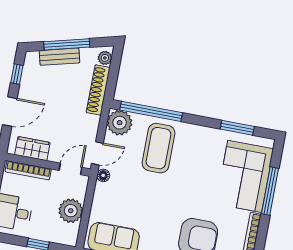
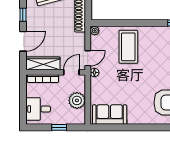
window: (151, 111) -> (119, 23), removed
plant: (120, 123) -> (95, 31), width x0.53, depth x0.53
wardrobe: (32, 149) -> (43, 63), width x1.50

